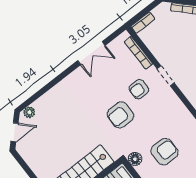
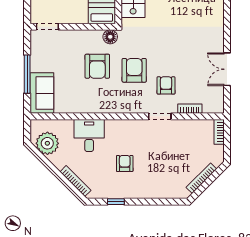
bookcase: (138, 53) -> (190, 109), width x0.64
armchair: (120, 115) -> (134, 70), moved

